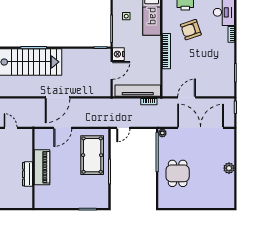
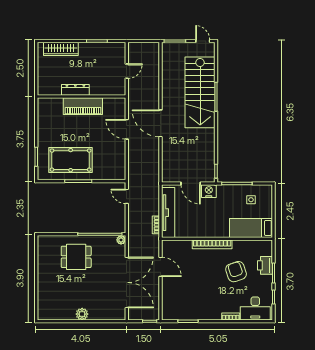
pool table: (92, 155) -> (71, 160), moved

